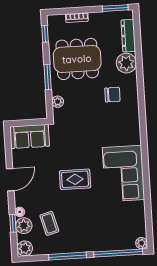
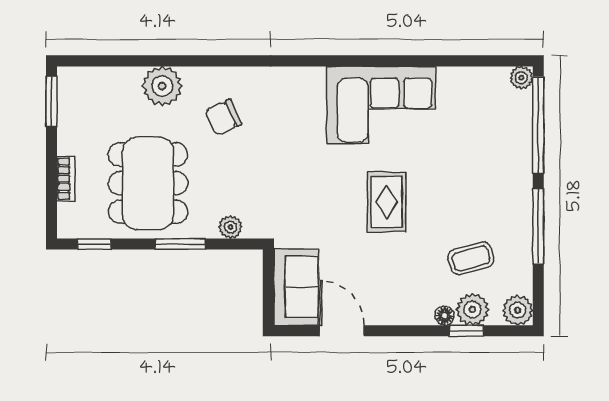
dresser: (128, 36) -> (108, 79), removed
chair: (112, 95) -> (223, 117), turned -115
door: (10, 180) -> (342, 331), moved

